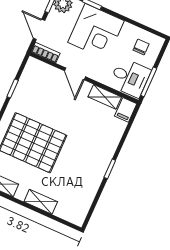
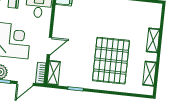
shelving: (105, 97) -> (54, 73), moved

